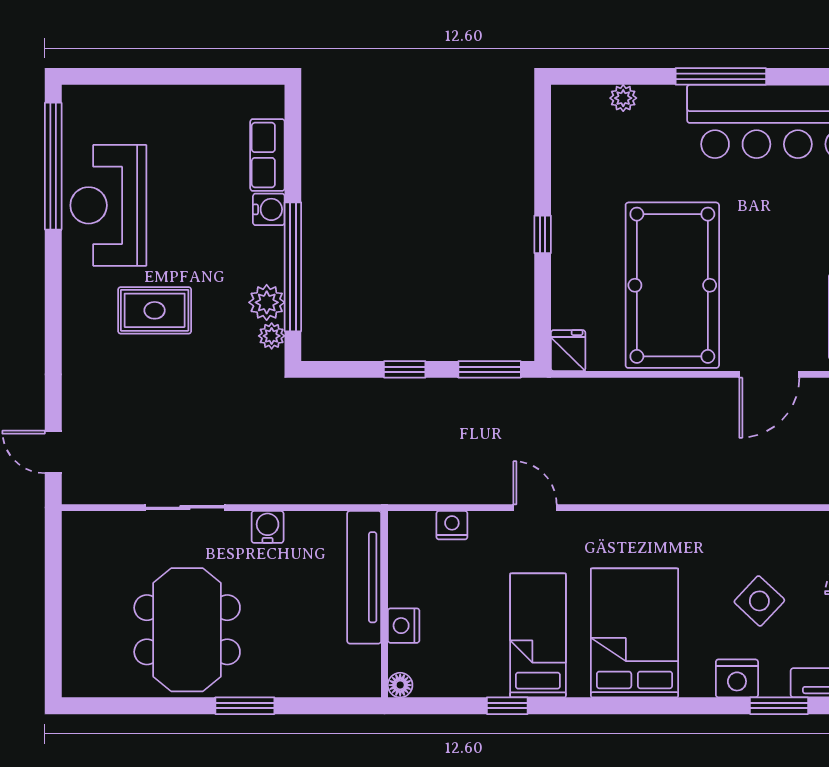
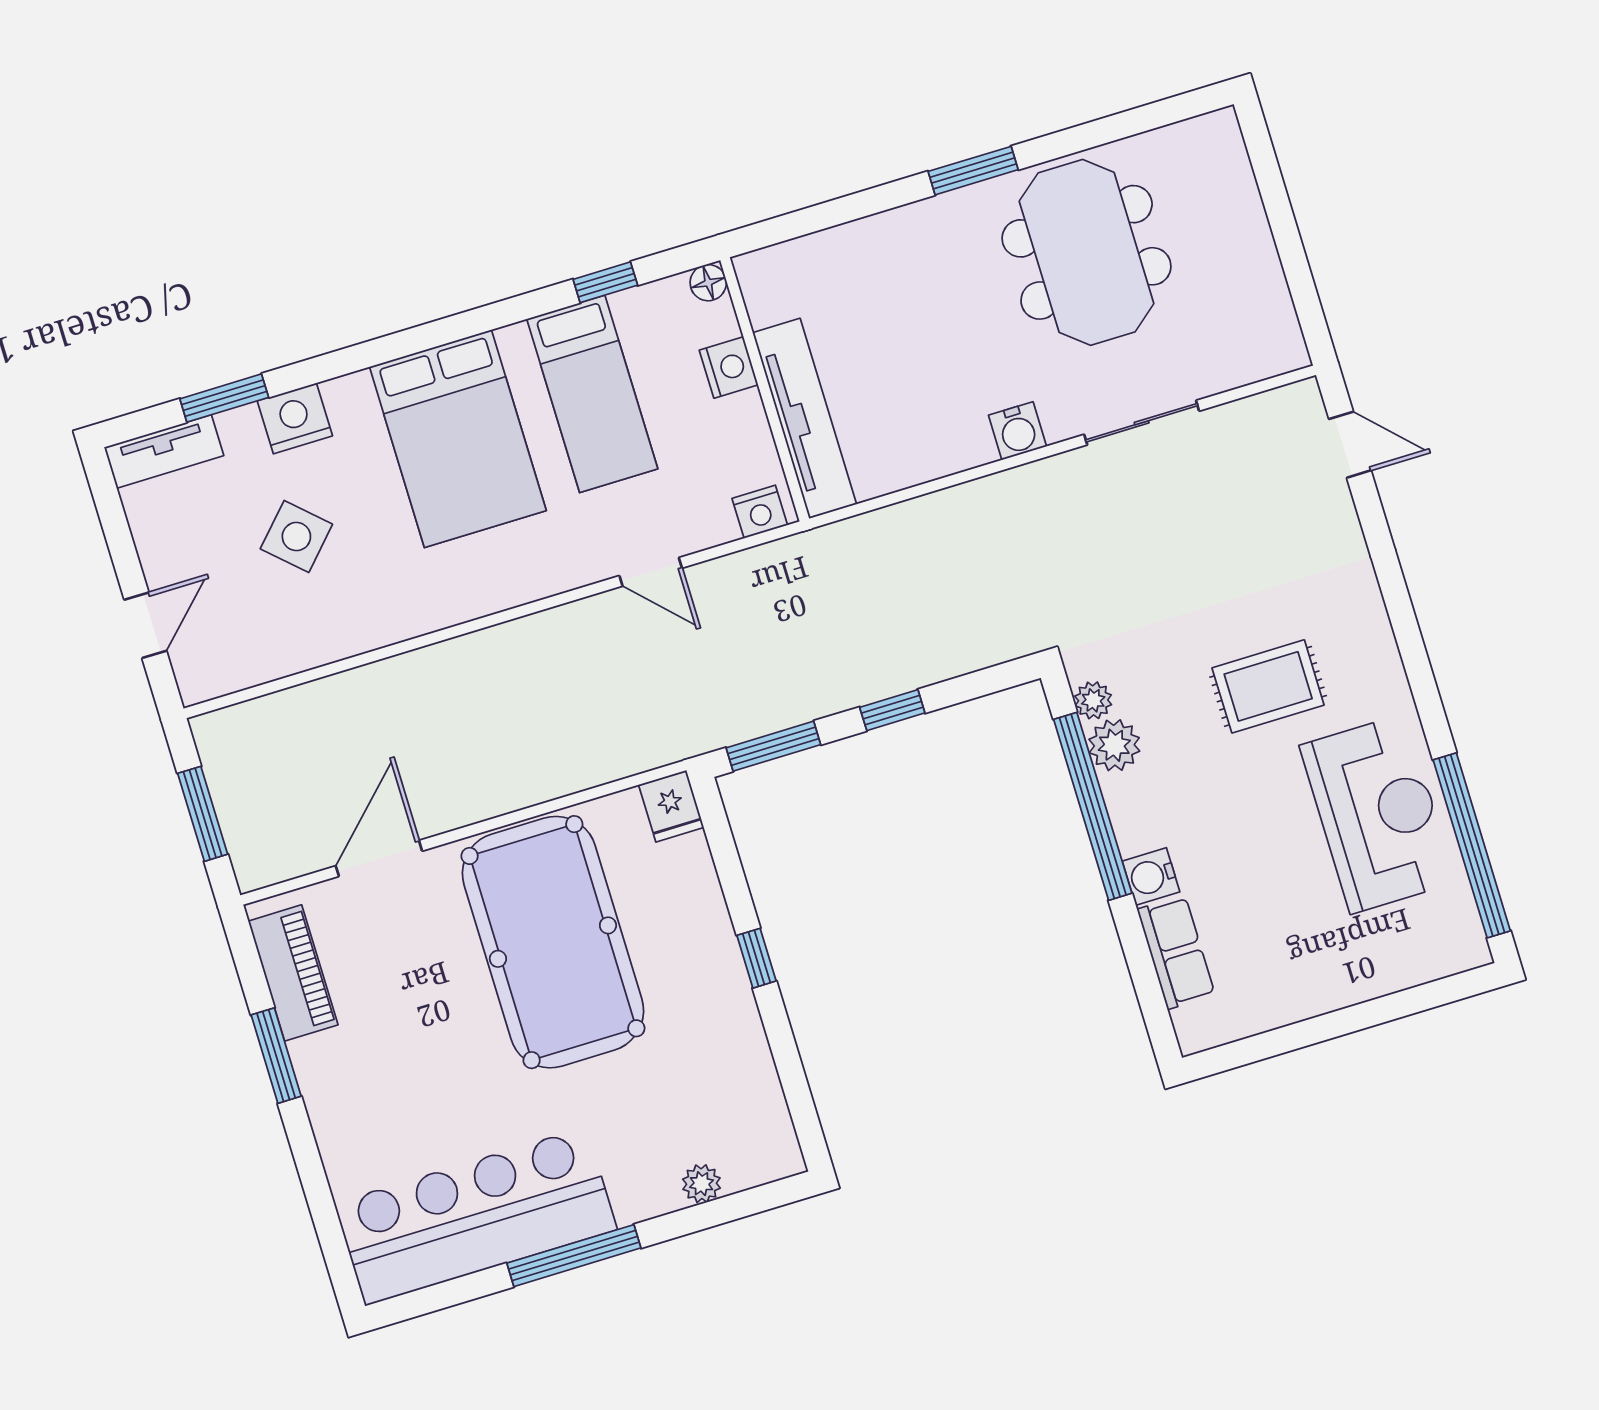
tv unit: (364, 577) -> (805, 418), moved
wall: (384, 604) -> (765, 389), moved
nightstand: (404, 626) -> (729, 367), moved
floor lamp: (400, 685) -> (708, 283), moved

